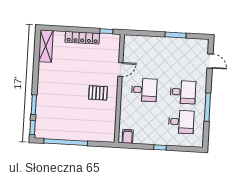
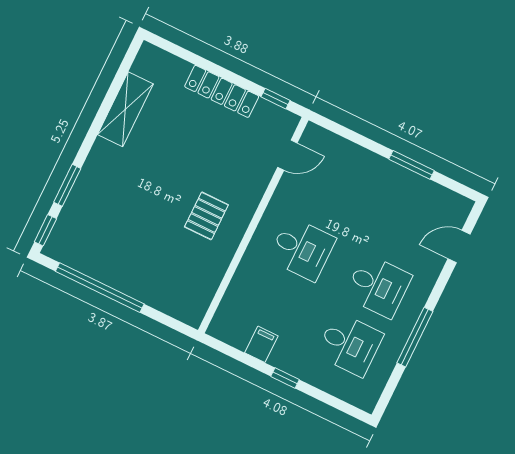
shelving: (46, 46) -> (125, 109), moved
door: (210, 61) -> (459, 246), swing flipped
door: (120, 69) -> (287, 155), moved
pallet: (98, 93) -> (206, 216), turned 90
filing cabinet: (128, 136) -> (261, 344), moved

